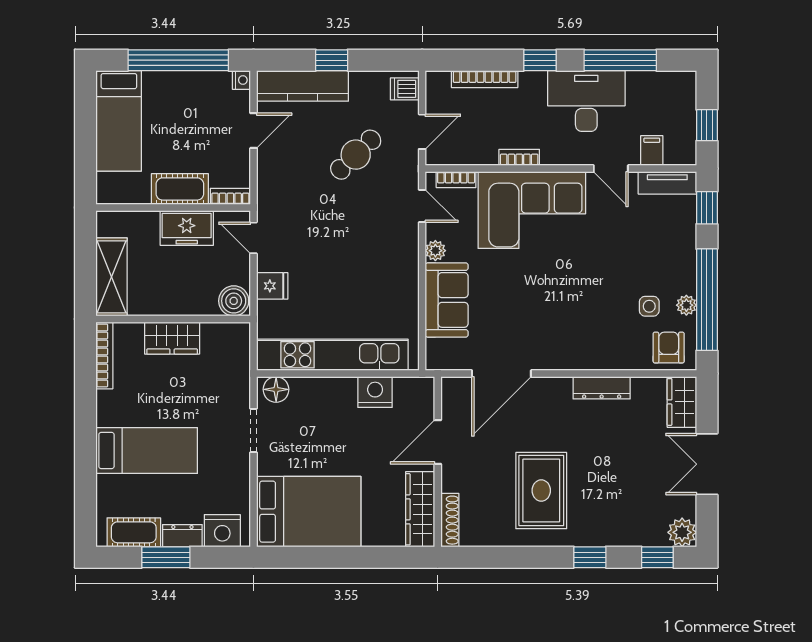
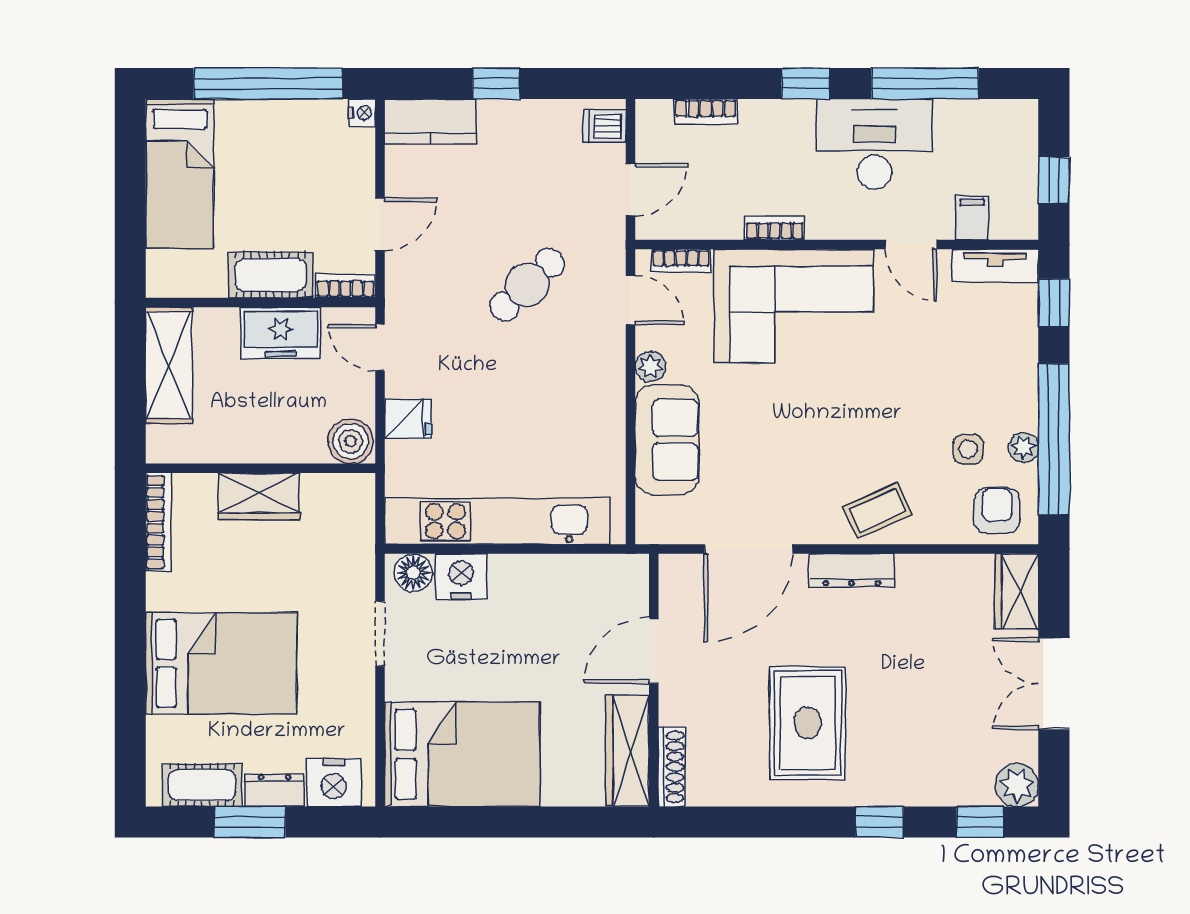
bookcase: (485, 79) -> (706, 112), width x0.64
kitchen counter: (303, 86) -> (430, 122), width x0.67
door: (253, 131) -> (380, 224), moved
cafe table: (356, 155) -> (527, 285), moved
shelving: (111, 277) -> (169, 365), moved
coffee table: (588, 348) -> (877, 510), added
dresser: (602, 388) -> (852, 570), moved
nightstand: (375, 392) -> (461, 577), moved
bed: (147, 451) -> (221, 664), width x1.50

